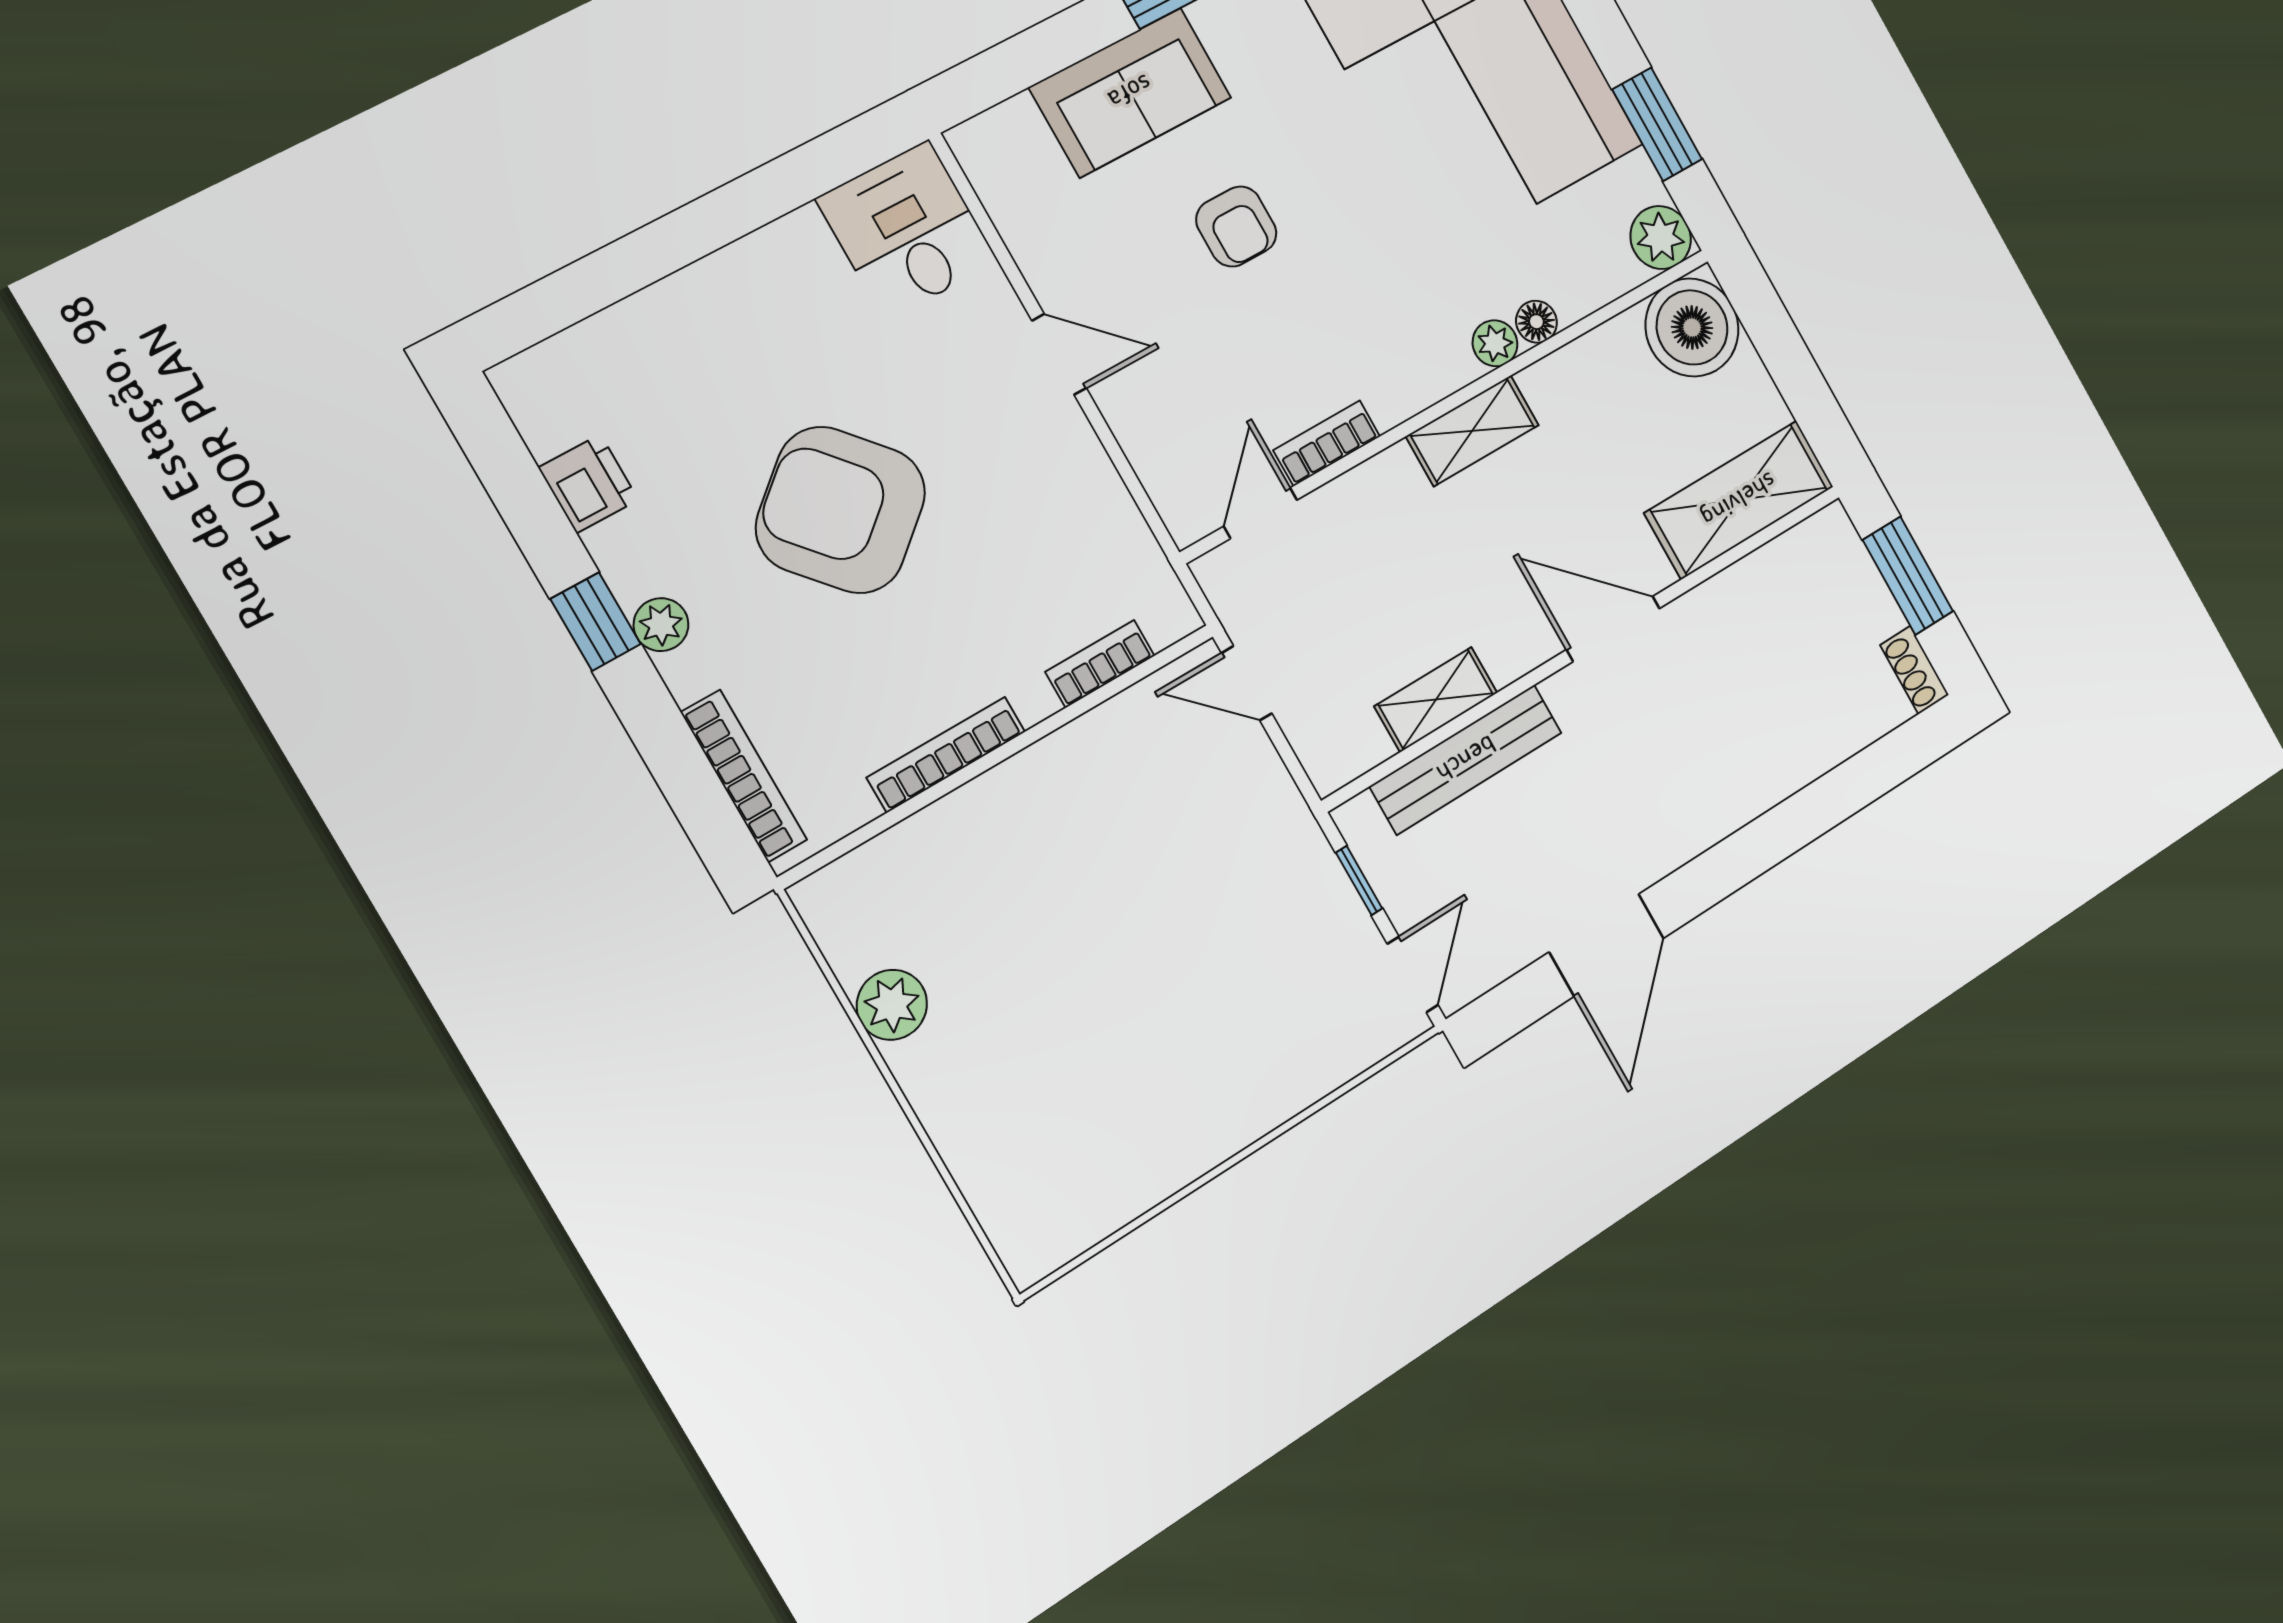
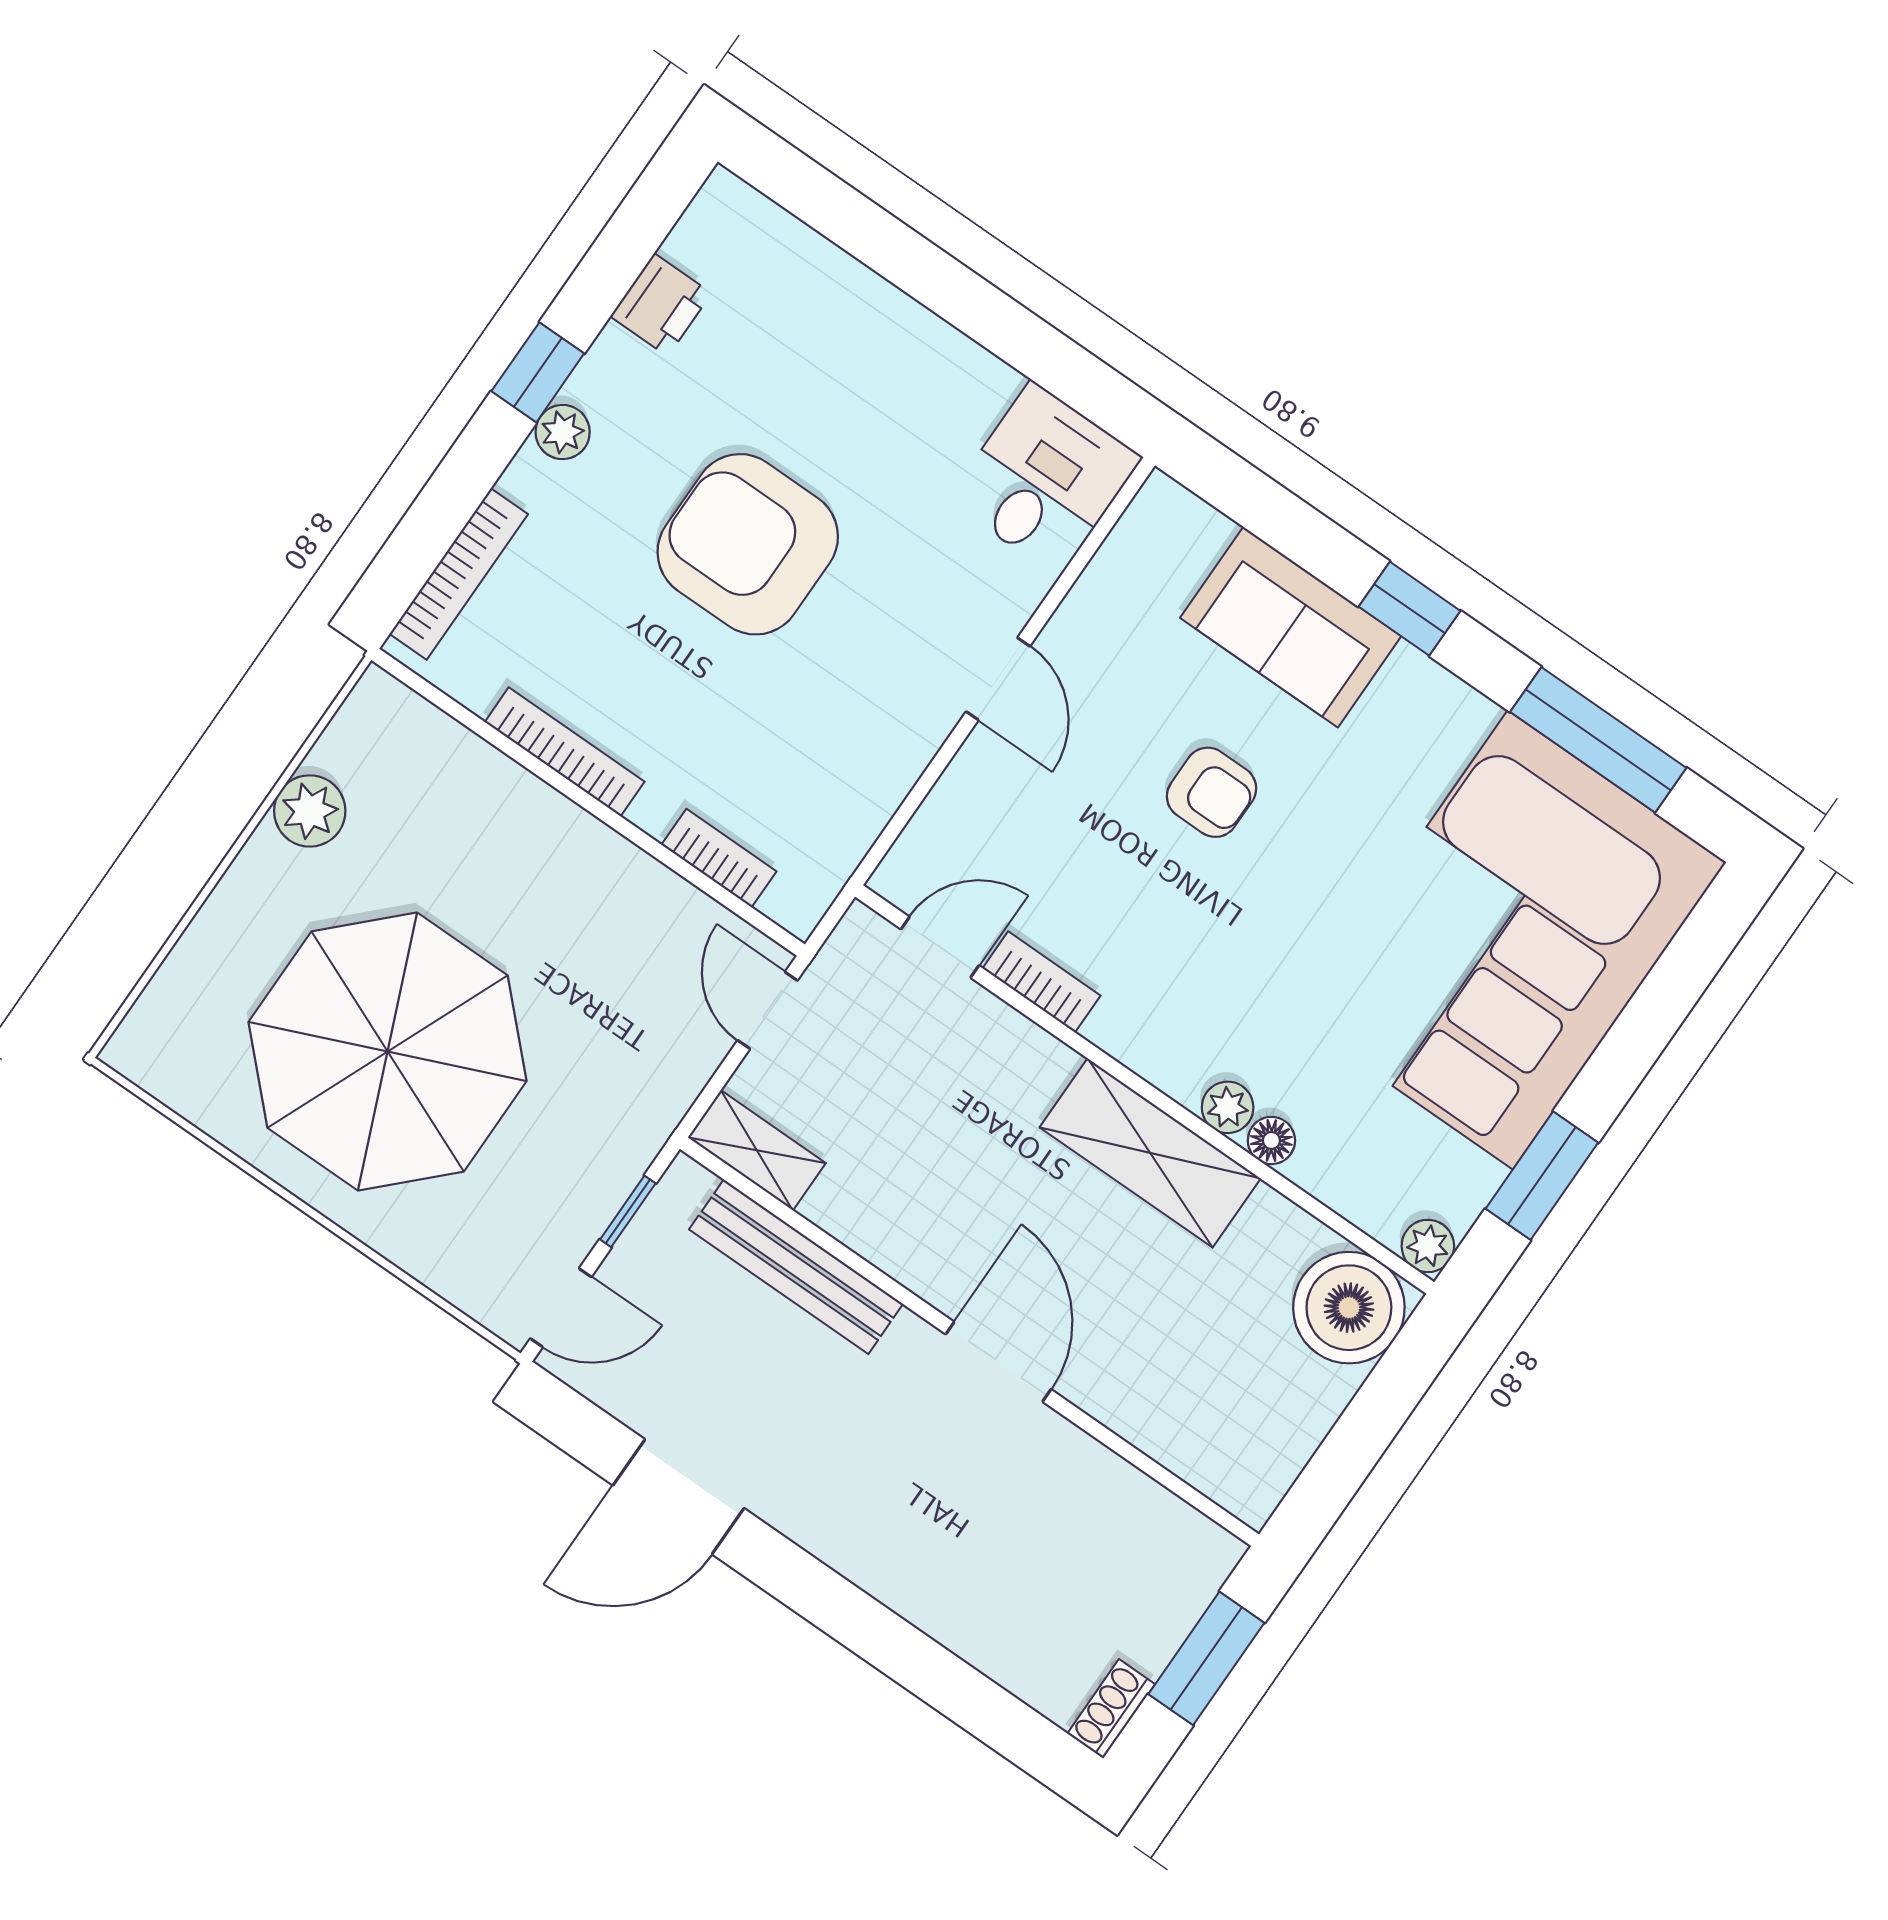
armchair: (1236, 227) -> (1212, 792), turned -90
plant: (1661, 238) -> (1428, 1246), width x0.73, depth x0.73
shelving: (1472, 431) -> (1150, 1153), width x1.50, depth x1.33
shelving: (1739, 500) -> (1195, 1438), removed
armchair: (841, 510) -> (748, 544), turned -49
shelving: (1436, 700) -> (757, 1150), moved
parasol: (1133, 1028) -> (388, 1052), added

